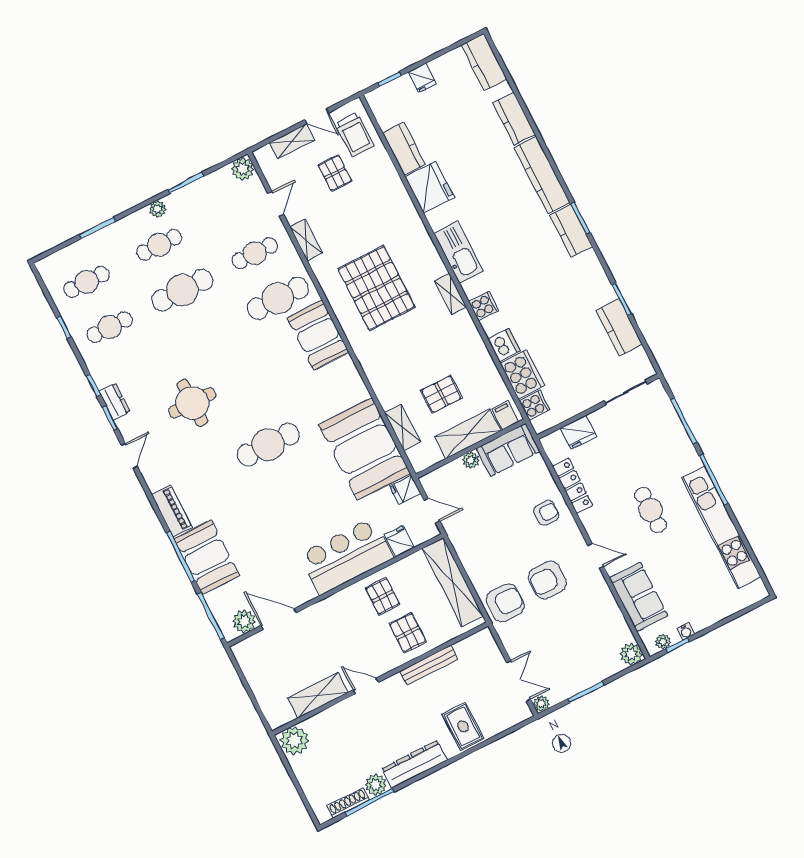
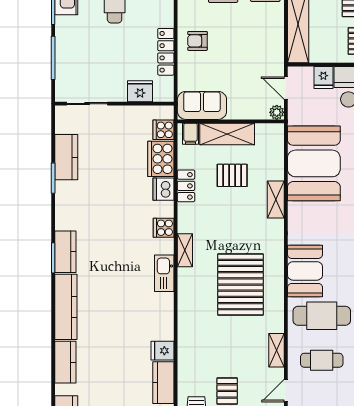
fridge: (430, 187) -> (163, 351), width x0.53, depth x0.75
kitchen sink: (459, 252) -> (164, 273), width x0.73, depth x0.81
locker: (483, 360) -> (186, 186), added
shelving: (402, 427) -> (276, 199), moved
plant: (471, 460) -> (277, 112), moved
fridge: (405, 490) -> (298, 115), removed

